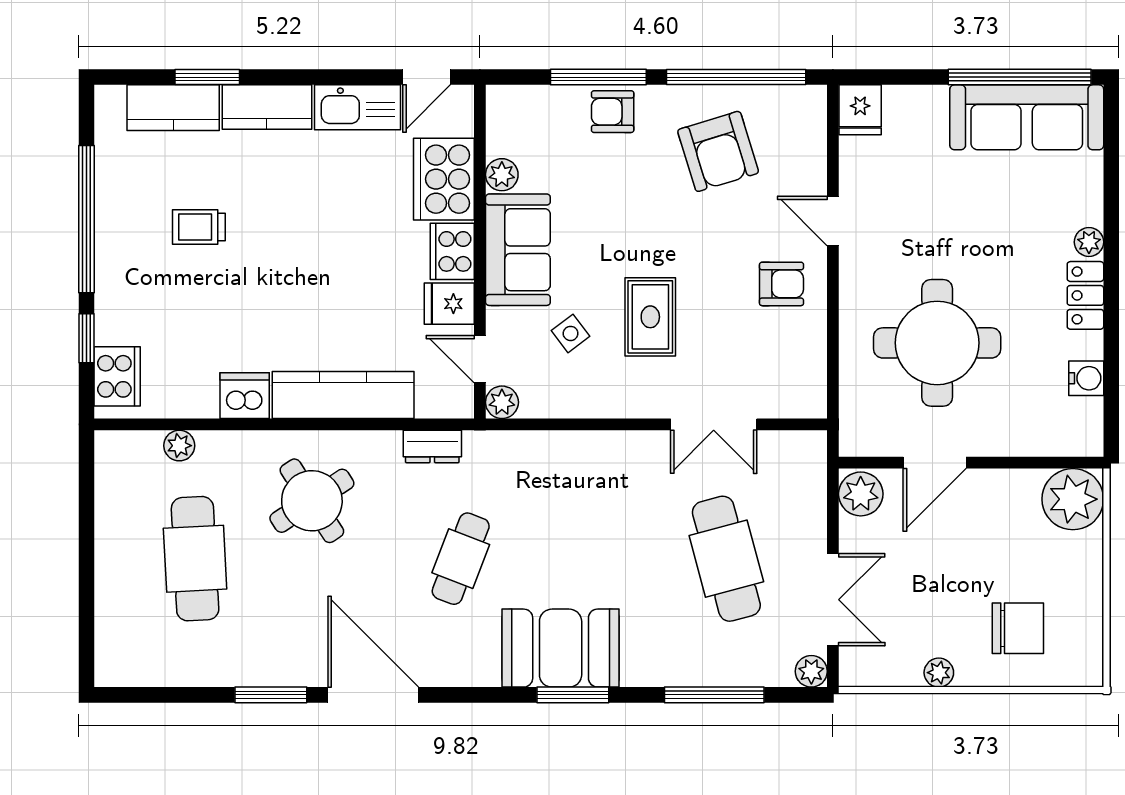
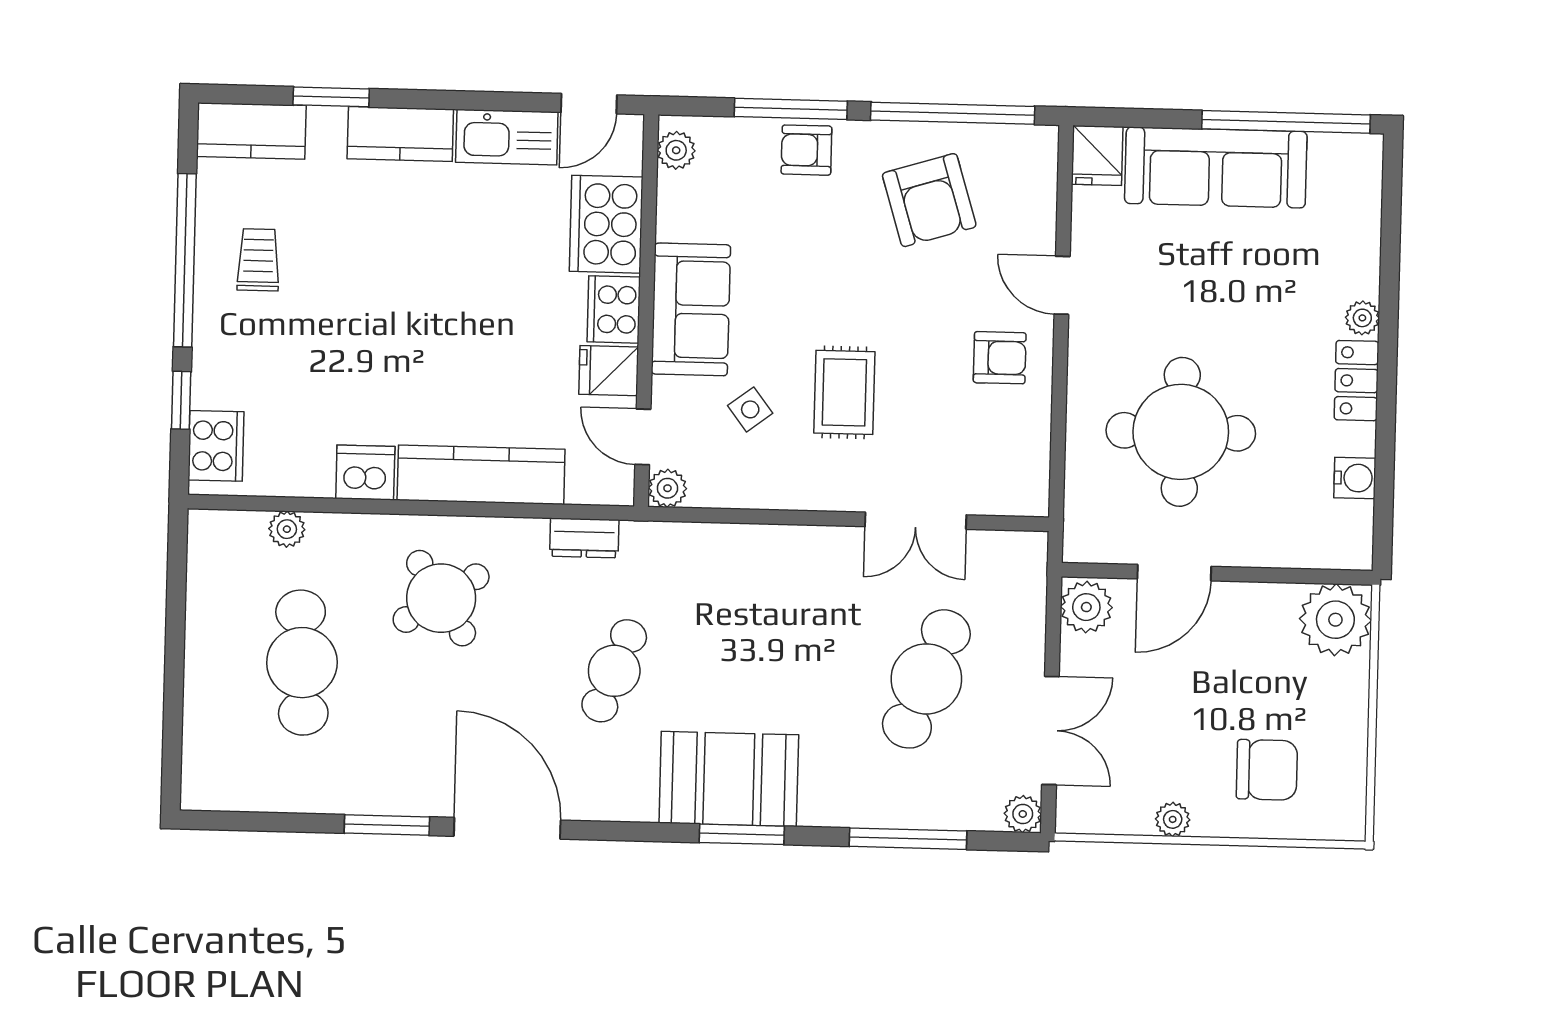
kitchen counter: (173, 108) -> (251, 131), moved
sofa: (1027, 117) -> (1216, 167), moved
plant: (502, 175) -> (676, 150), moved
trolley: (199, 227) -> (258, 260), moved, turned 90
cafe table: (726, 559) -> (926, 679), turned 36

